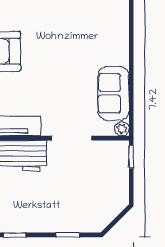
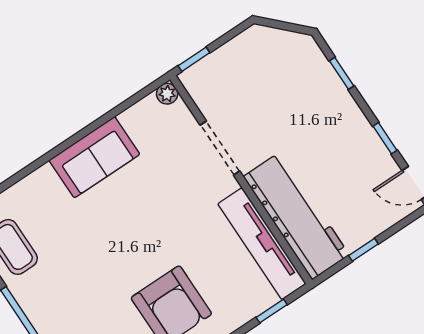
sofa: (113, 93) -> (94, 157), moved

